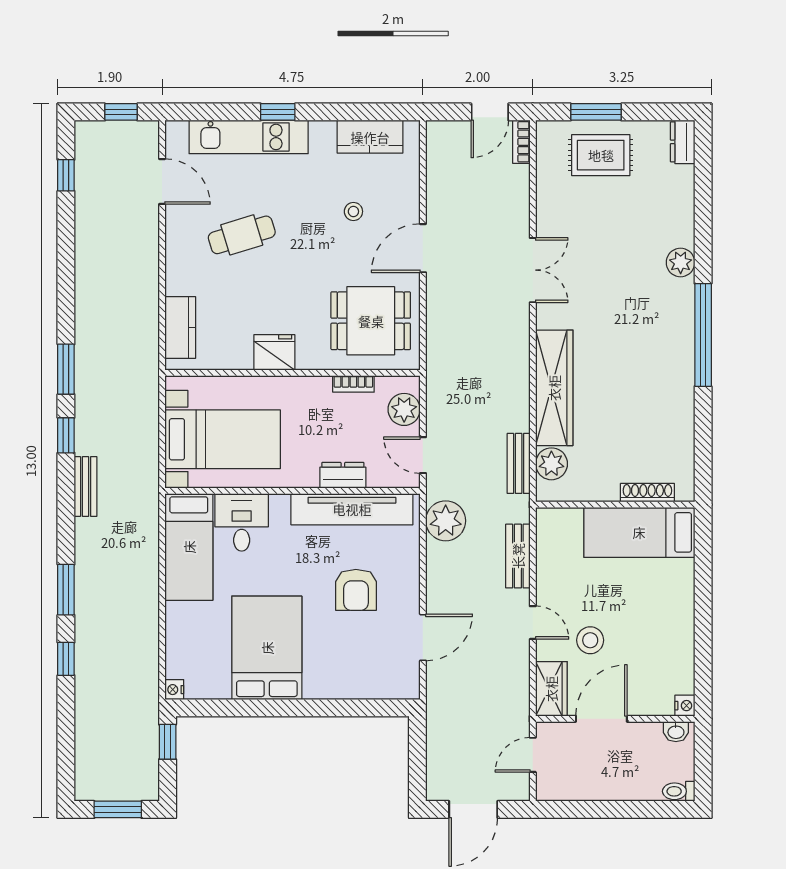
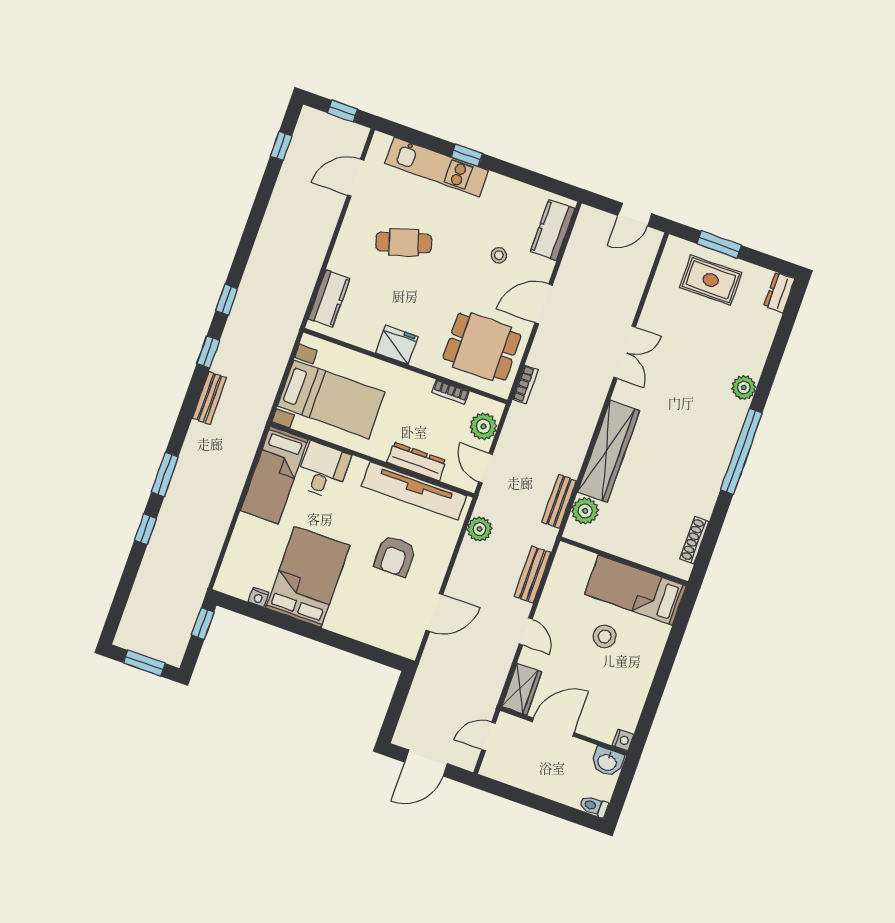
kitchen counter: (370, 137) -> (553, 230), moved, turned 90
bookcase: (521, 142) -> (525, 384), moved, turned 180
door: (162, 182) -> (356, 178), swing flipped
window: (66, 369) -> (227, 300), width x0.67
dresser: (343, 475) -> (416, 461), width x1.44
shoe rack: (647, 493) -> (694, 540), moved, turned -90
plant: (446, 521) -> (479, 529), width x0.73, depth x0.73
stool: (590, 640) -> (605, 636), moved
nightstand: (174, 690) -> (259, 597), moved, turned -90
washbasin: (676, 732) -> (607, 762), width x1.38, depth x1.45

